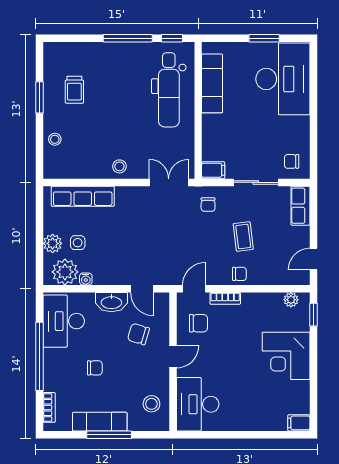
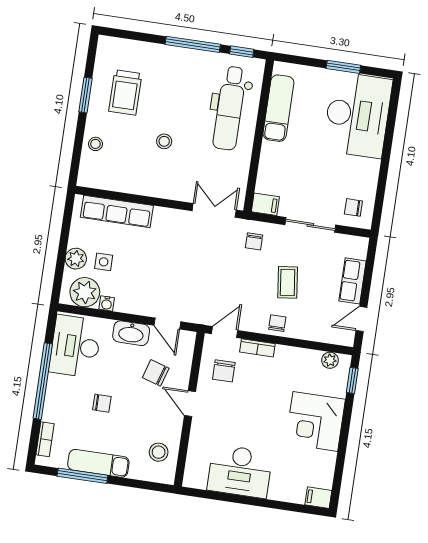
trolley: (74, 90) -> (125, 92), width x1.36, depth x1.39
stool: (119, 166) -> (164, 141), moved
row of seats: (300, 206) -> (352, 281), moved
chair: (239, 274) -> (277, 323), turned -90
chair: (198, 323) -> (224, 371), turned 90
door: (173, 357) -> (190, 404), swing flipped
desk: (198, 404) -> (240, 471), moved, turned -90
window: (109, 435) -> (82, 476), moved

